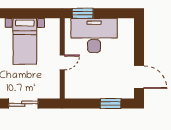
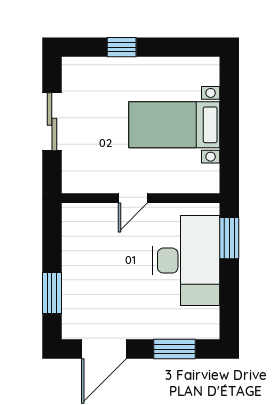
window: (139, 41) -> (175, 349), added
door: (62, 62) -> (133, 198), hinge flipped

